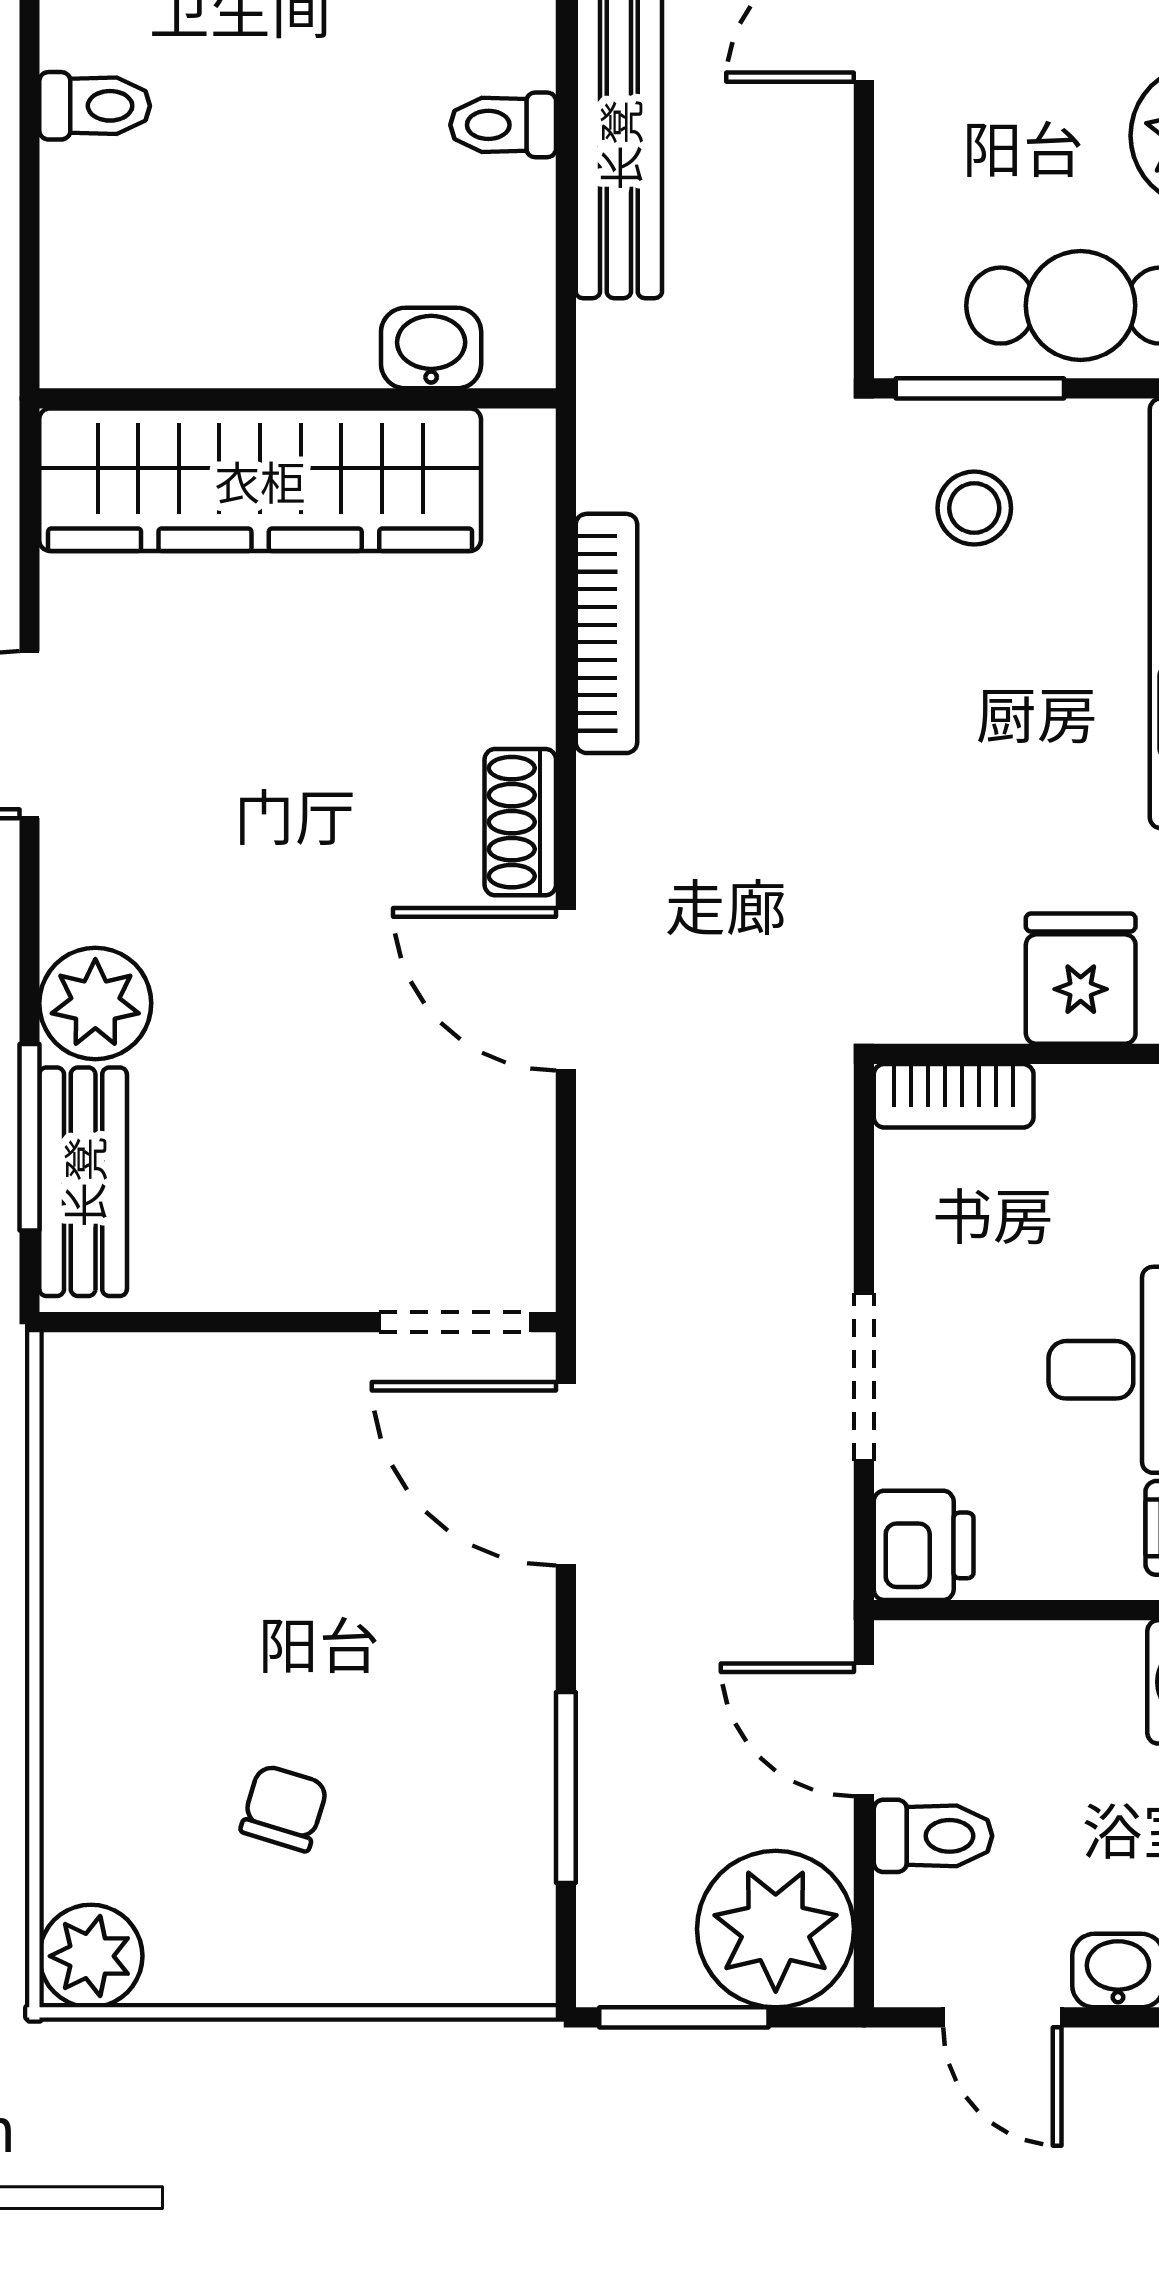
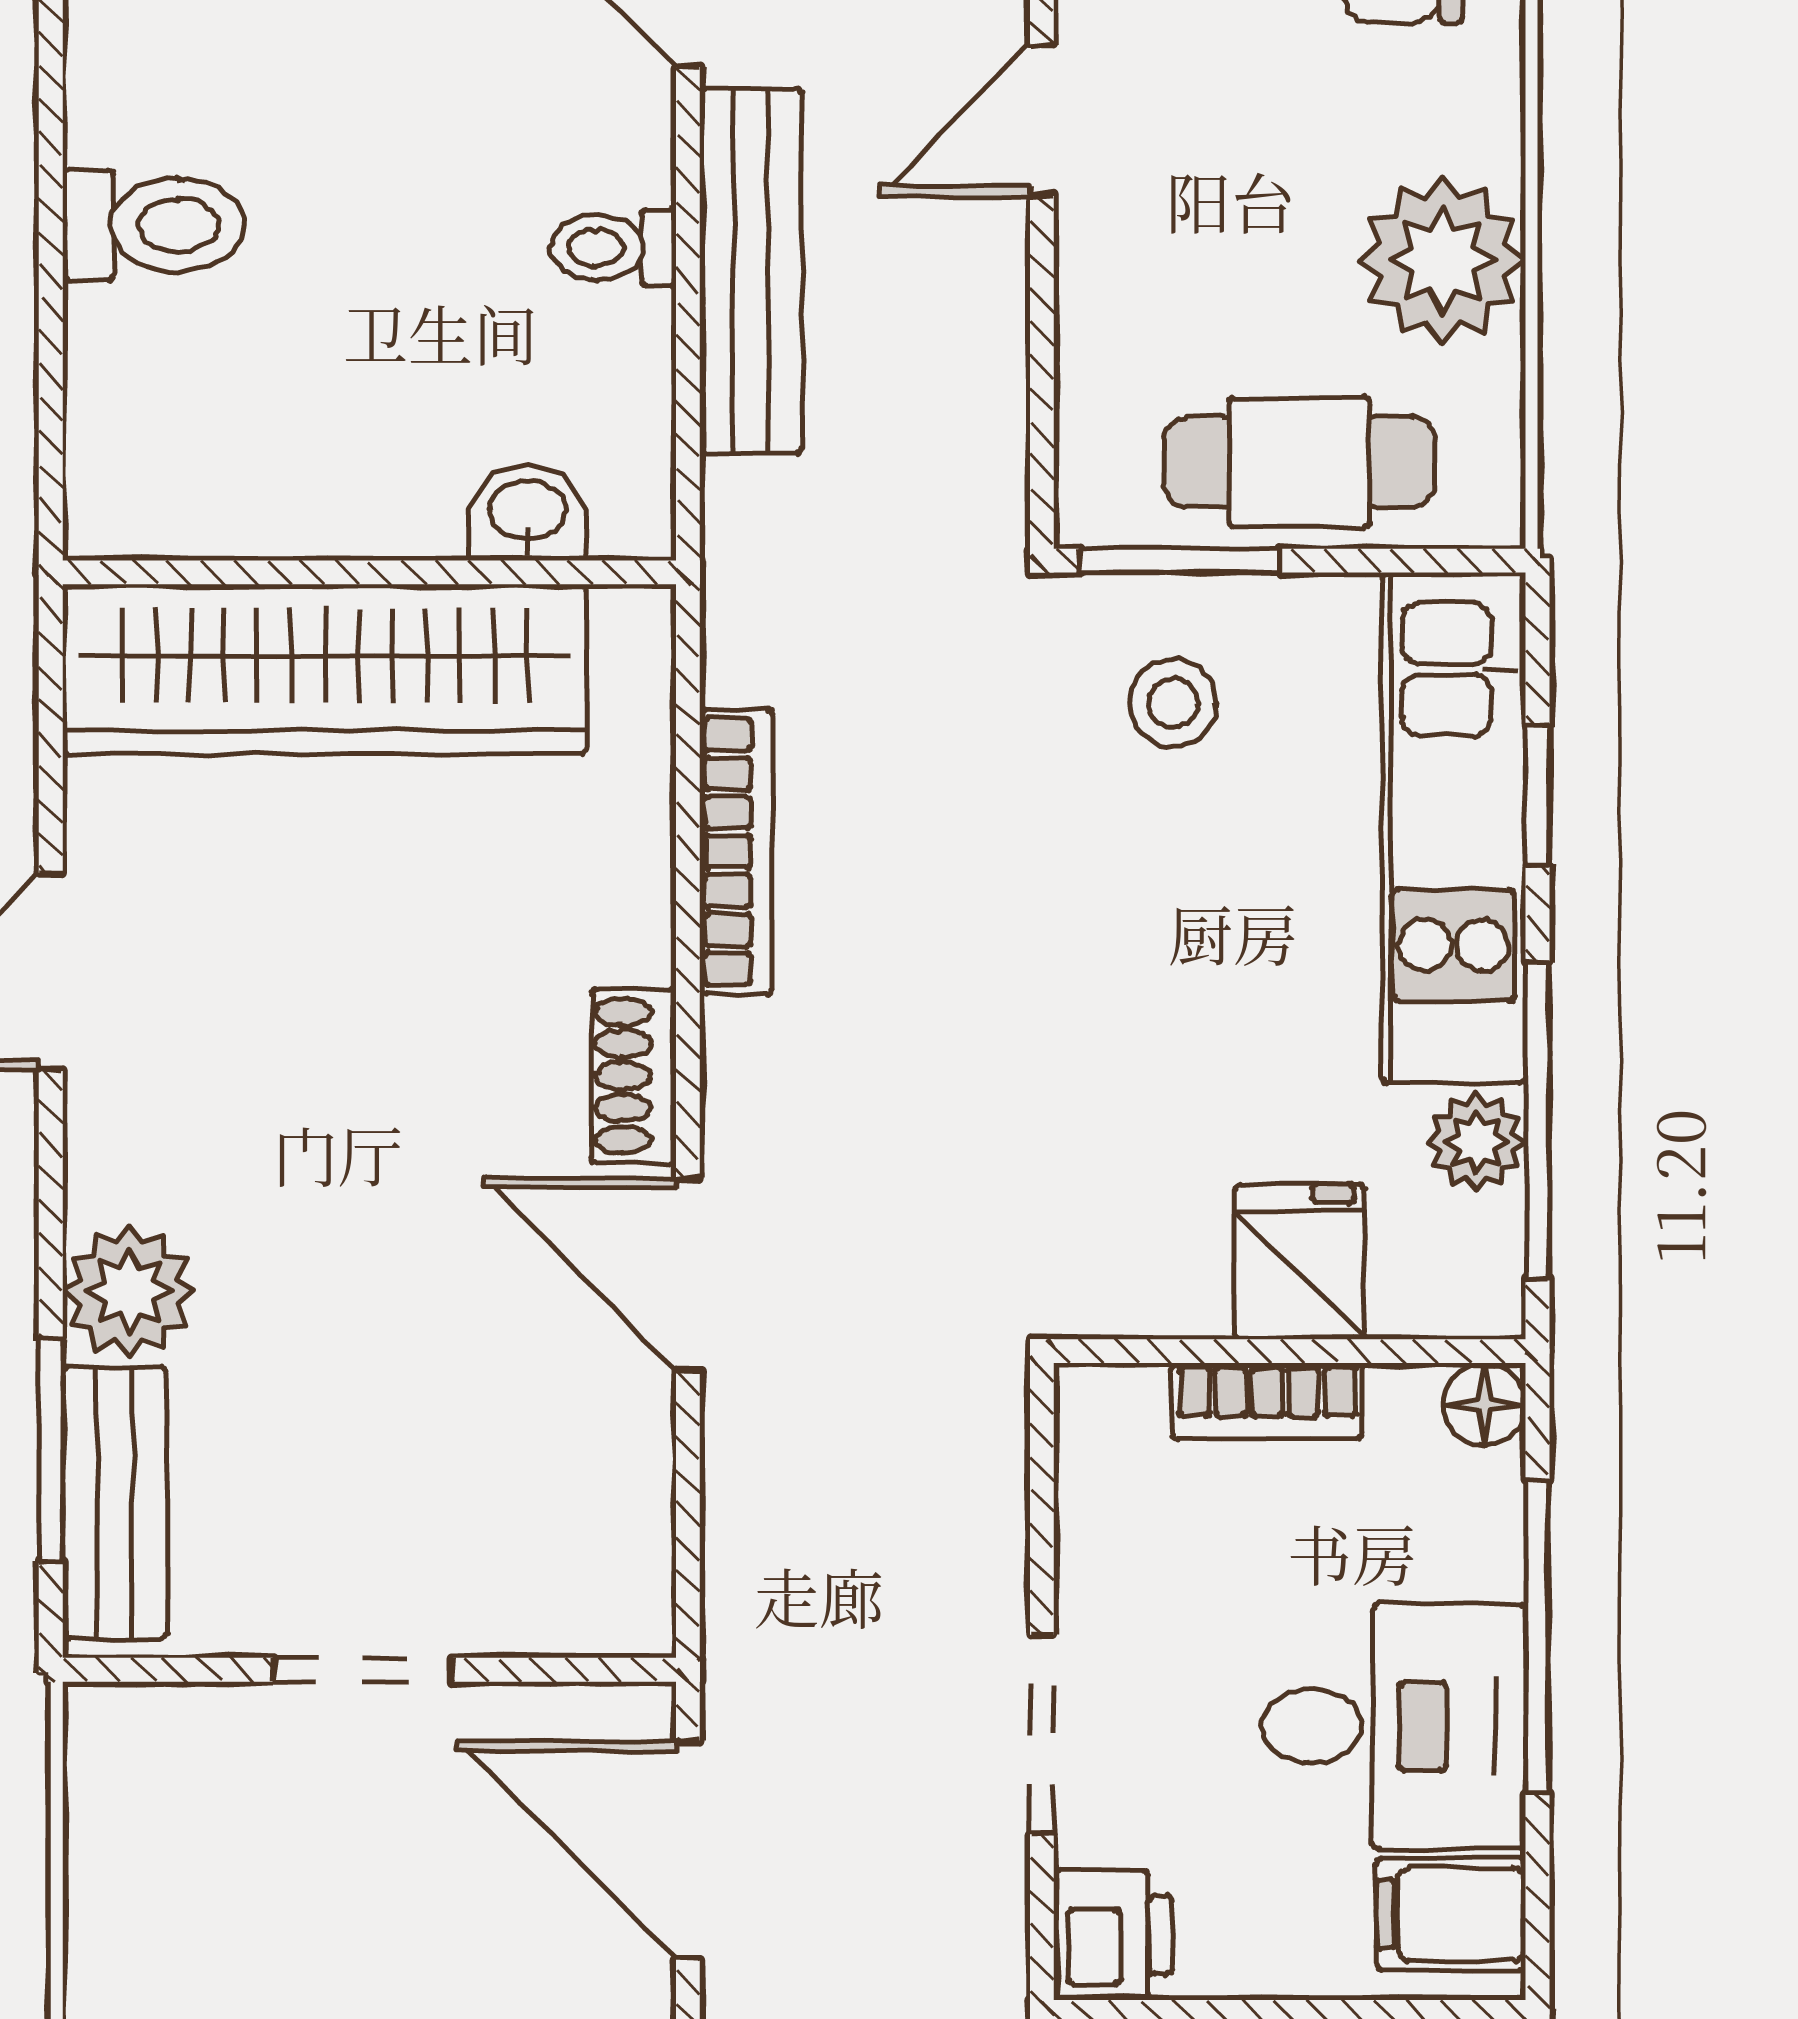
toilet: (95, 106) -> (153, 225), width x1.37, depth x1.39
bookcase: (954, 1096) -> (1267, 1401), moved
doorway: (455, 1322) -> (363, 1670), moved

